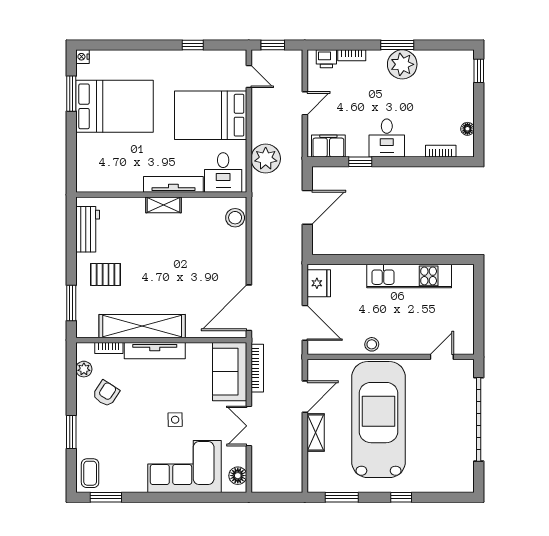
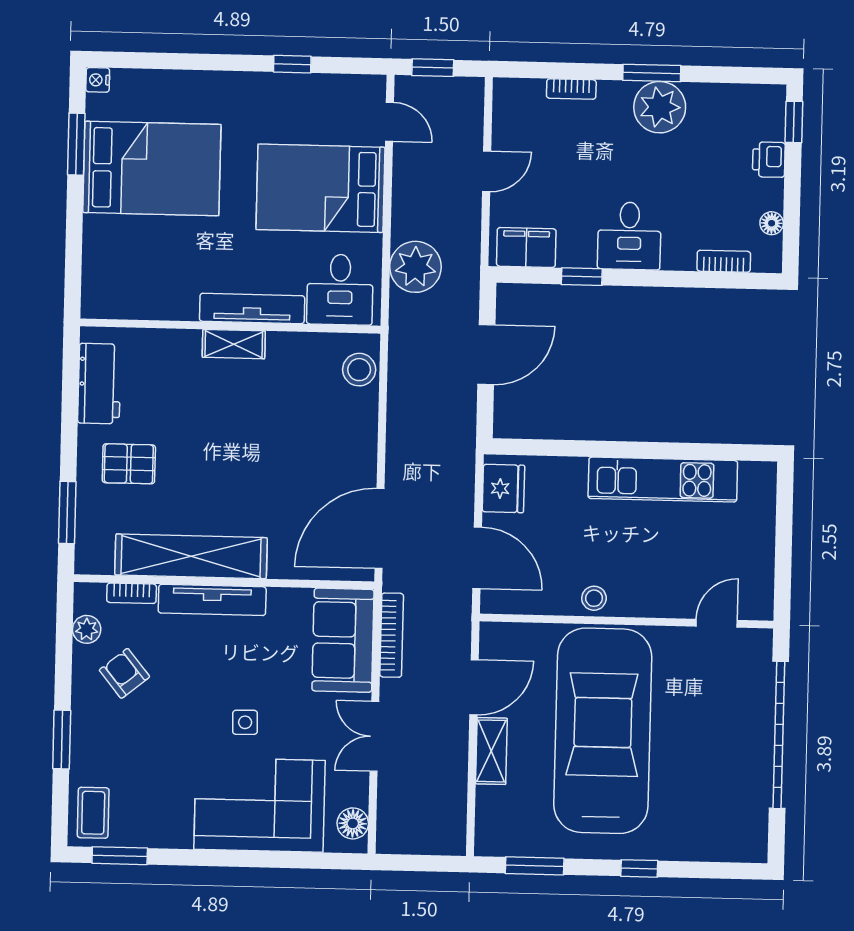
printer: (326, 59) -> (769, 160), moved, turned 90
armchair: (106, 394) -> (124, 673), turned -72

